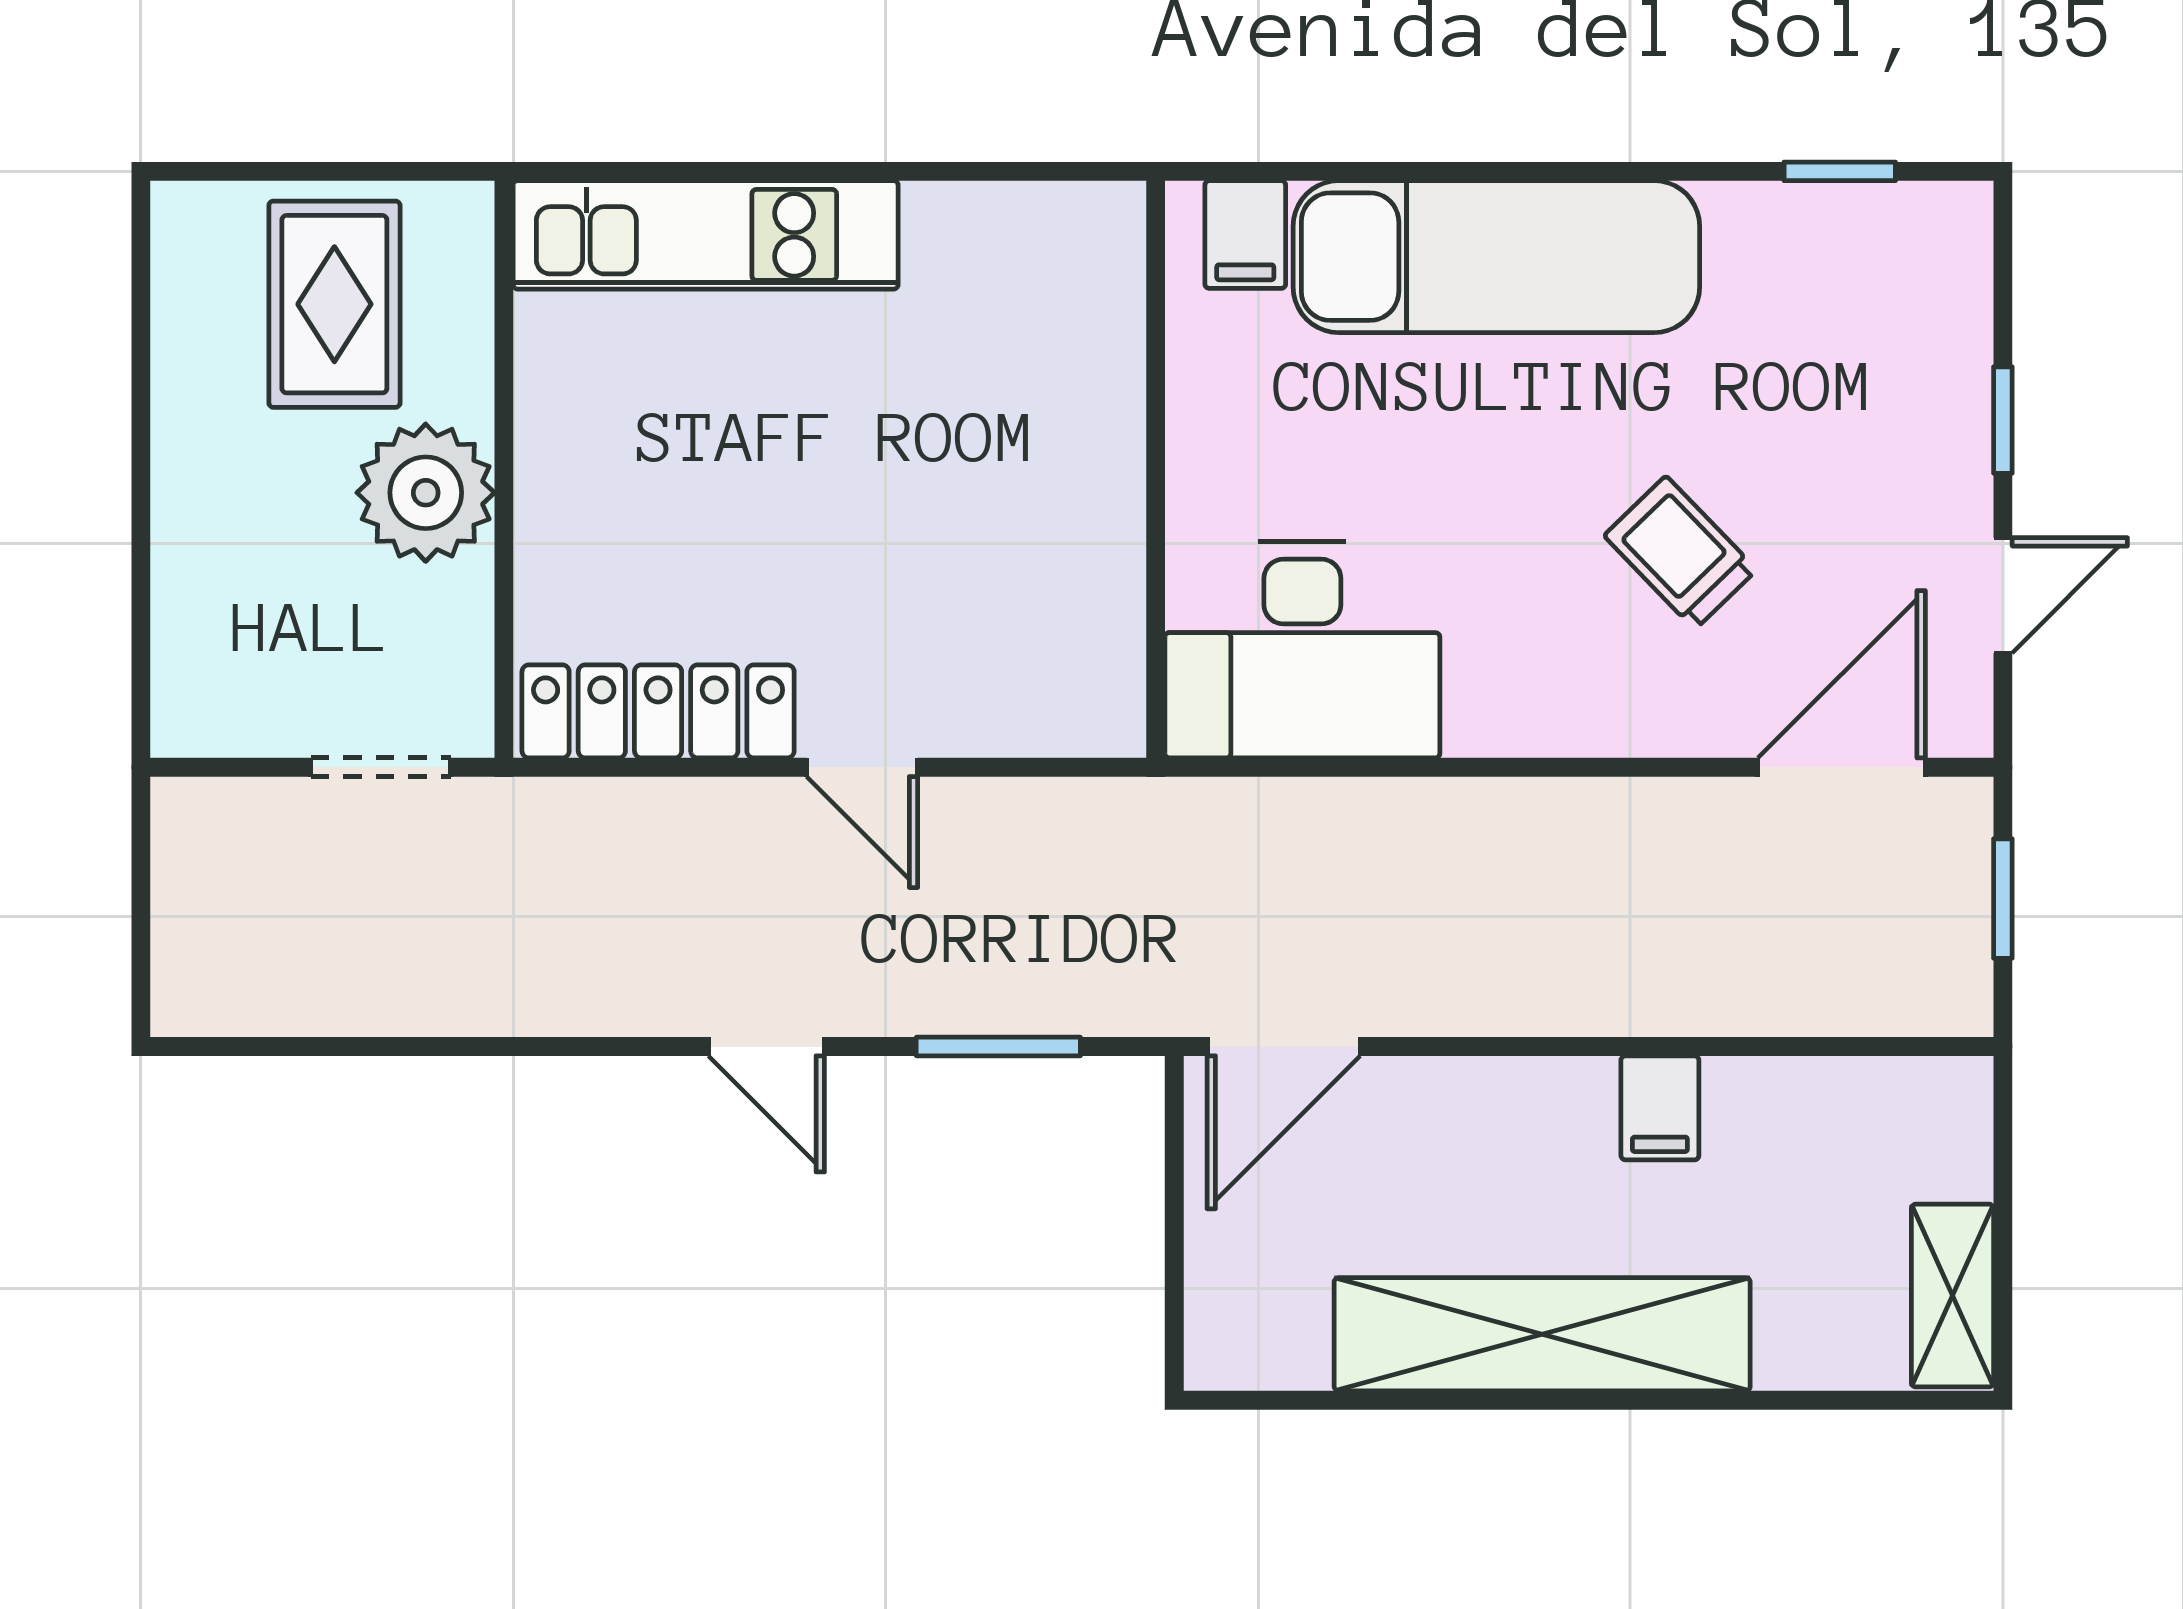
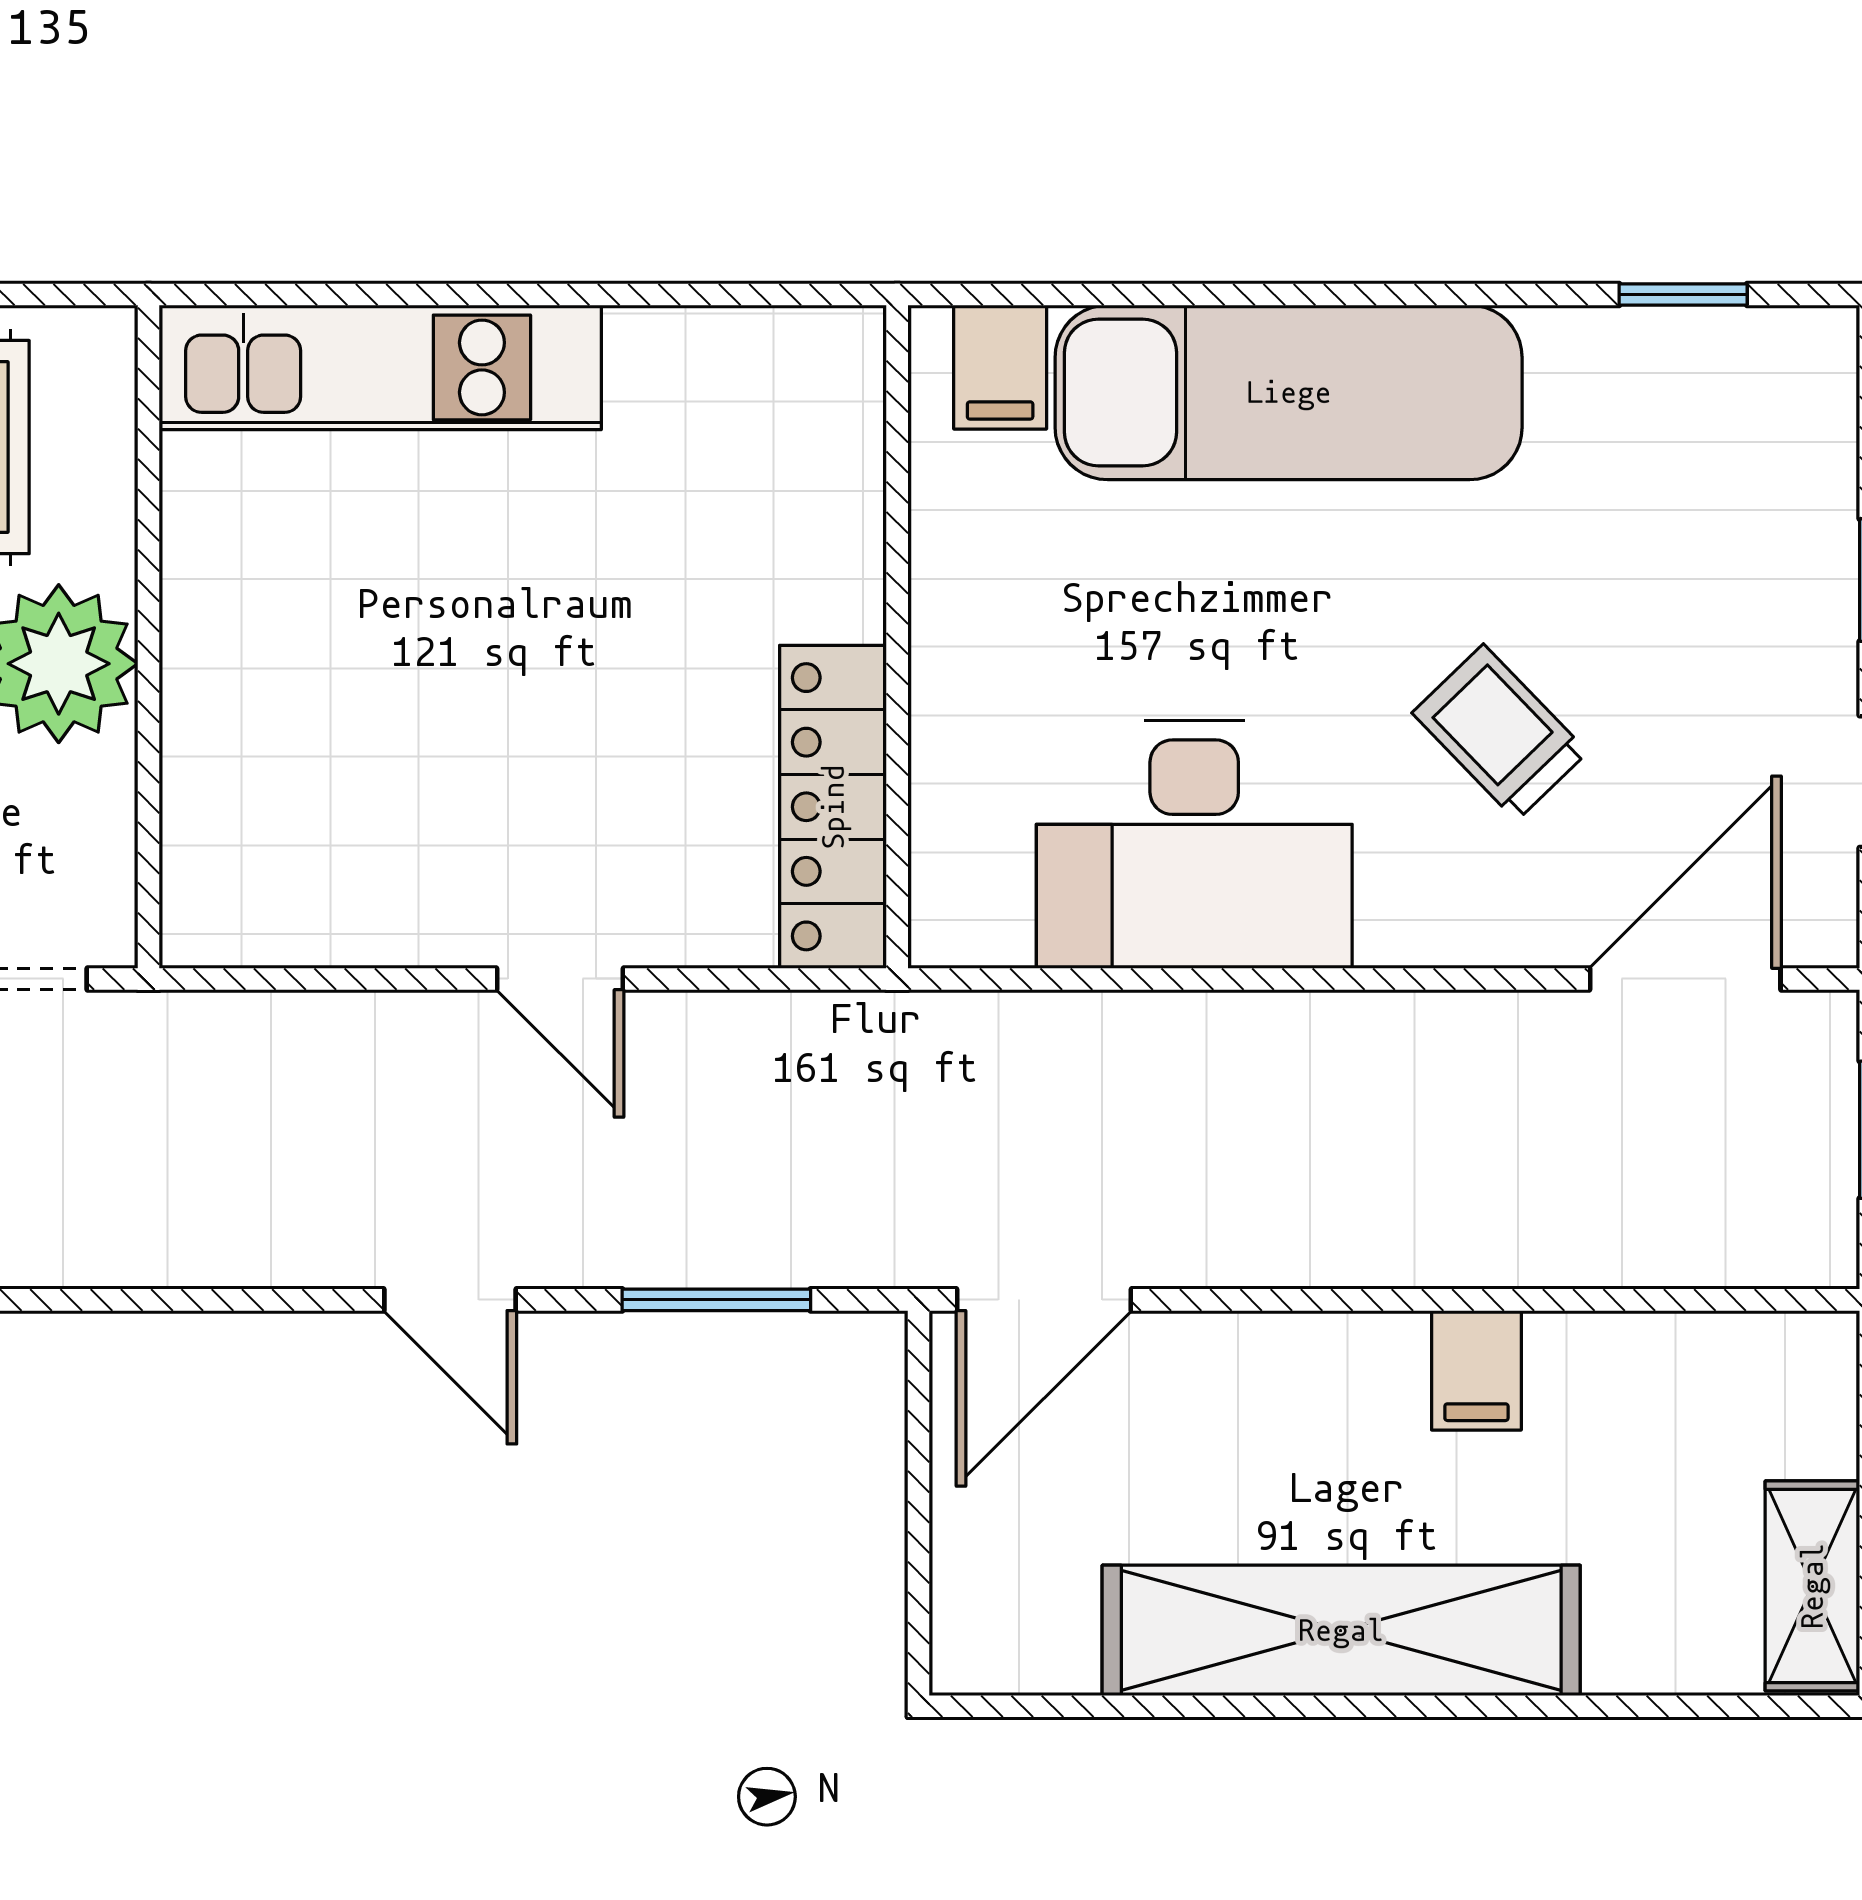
desk: (1302, 650) -> (1194, 844), moved
locker: (658, 711) -> (833, 807), moved, turned -90

